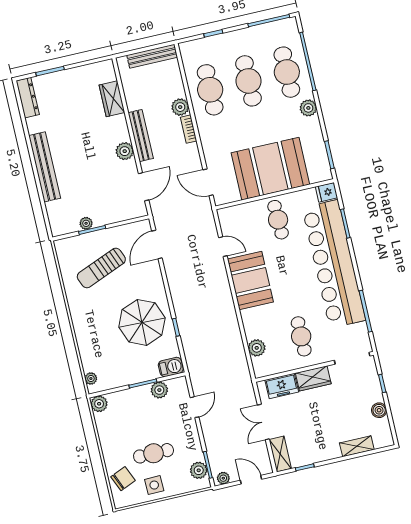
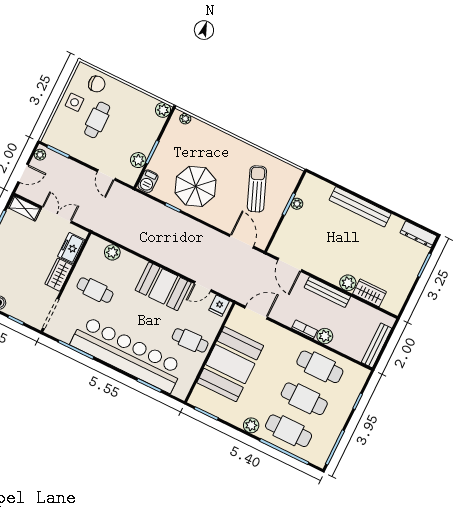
plant: (125, 151) -> (348, 283), moved
fridge: (327, 192) -> (219, 306), moved, turned 180
plant: (199, 470) -> (59, 142), removed
chair: (123, 479) -> (97, 84), turned -75

